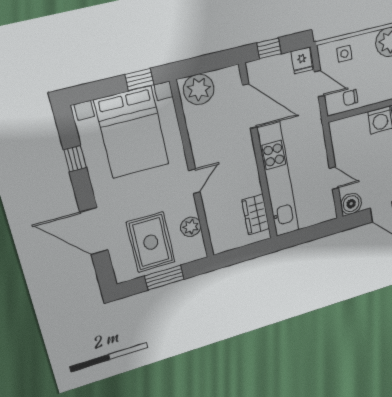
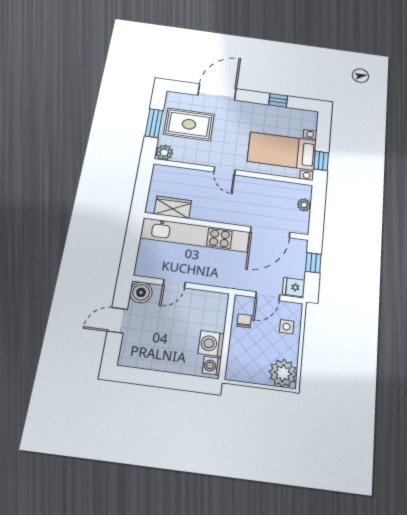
plant: (199, 89) -> (304, 205), width x0.53, depth x0.53
bed with nightstands: (132, 132) -> (282, 151), width x0.73
plant: (191, 227) -> (164, 152), moved

